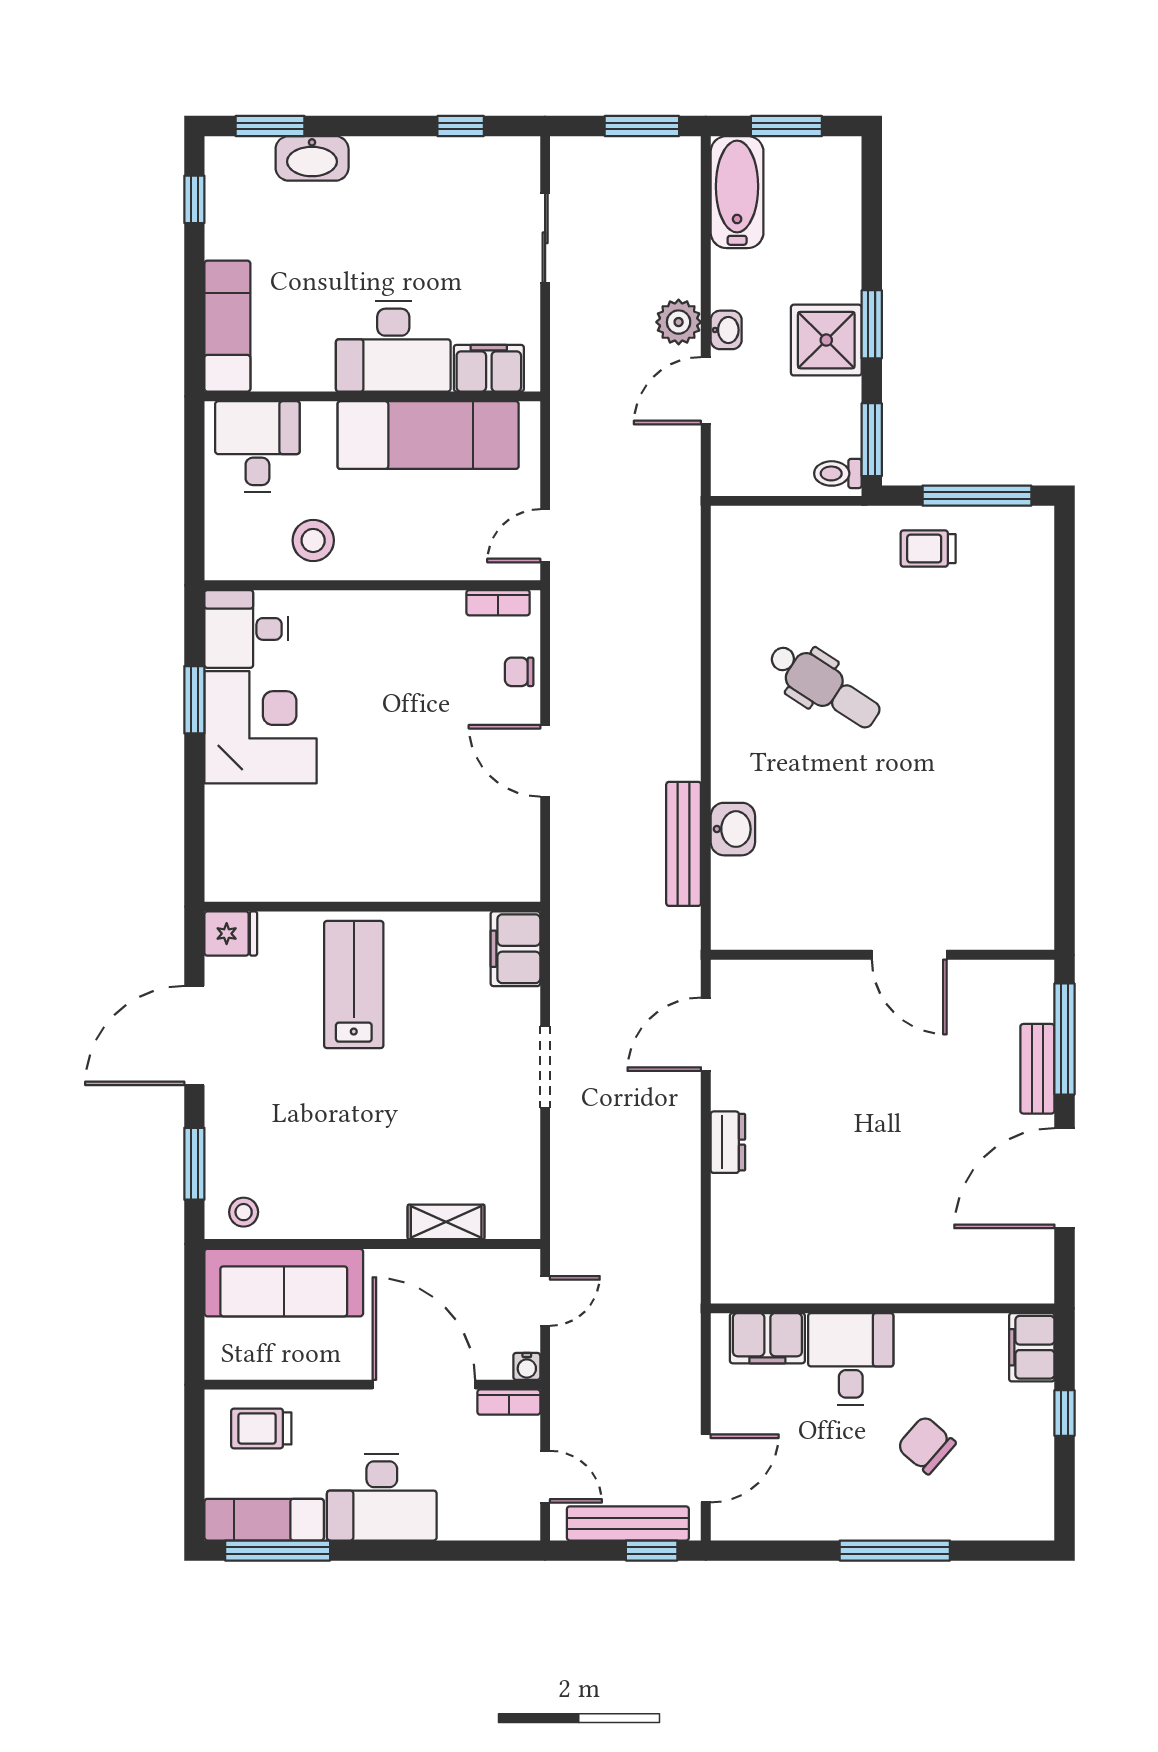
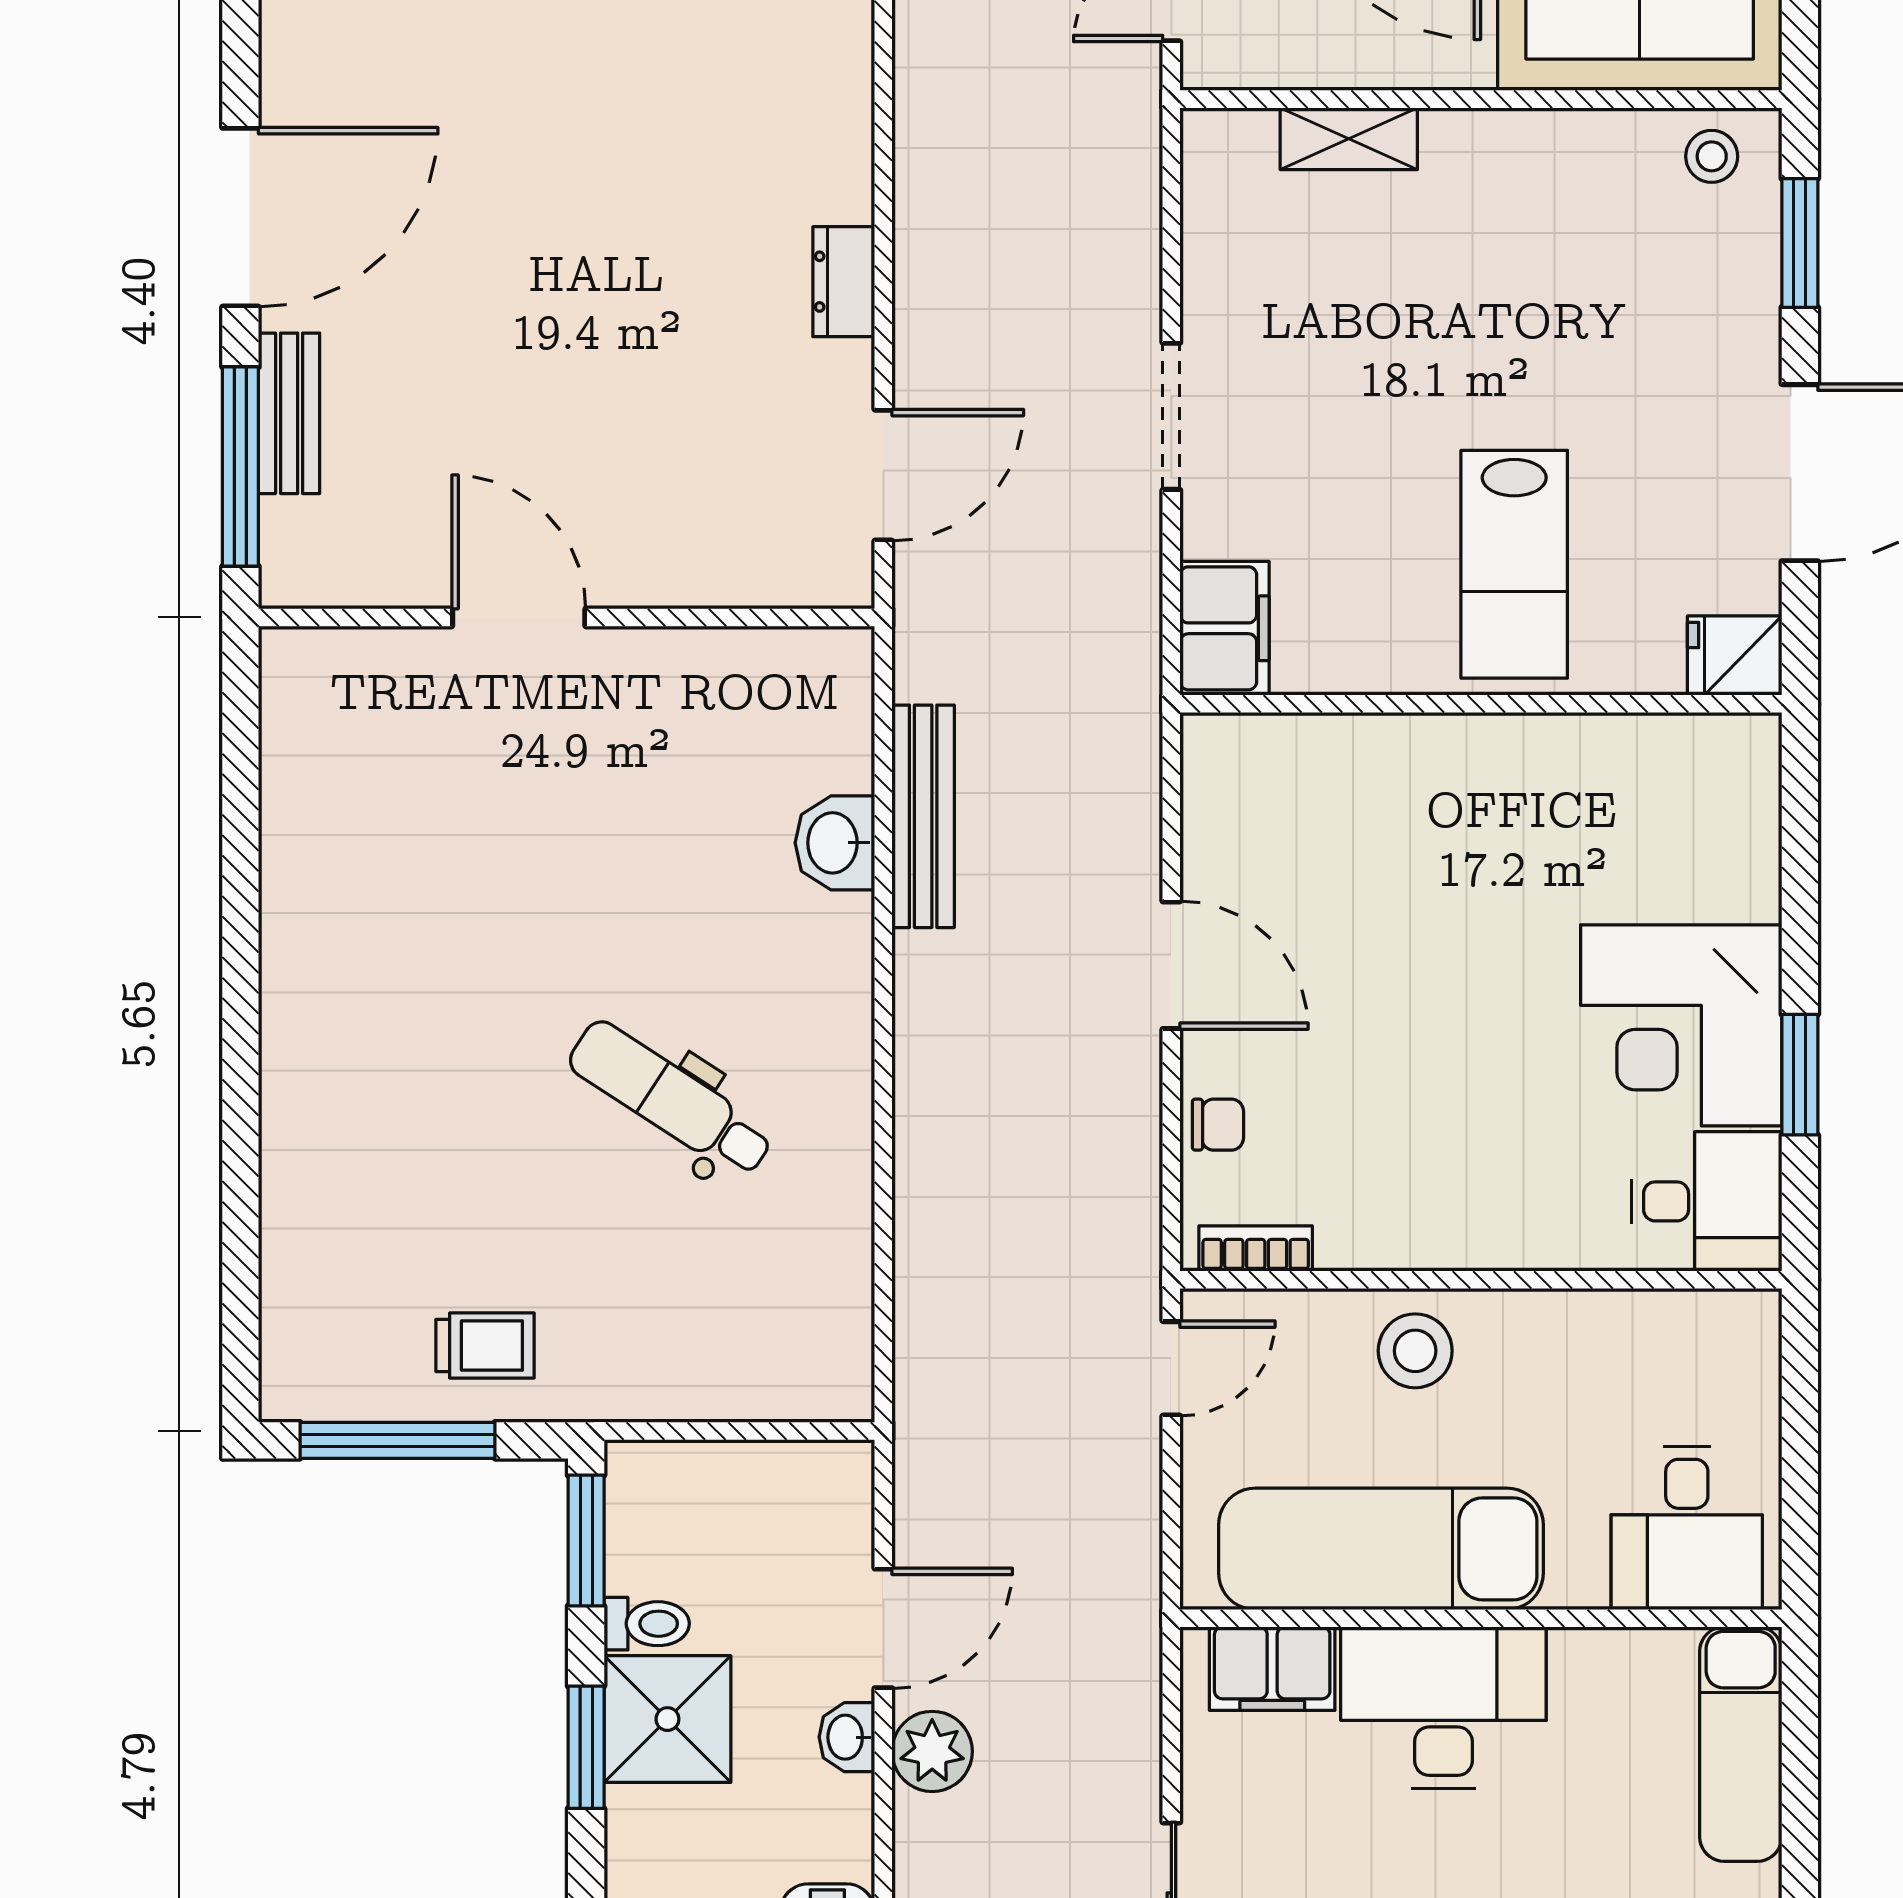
toilet: (838, 473) -> (647, 1624), moved
stool: (313, 540) -> (1415, 1351), moved

